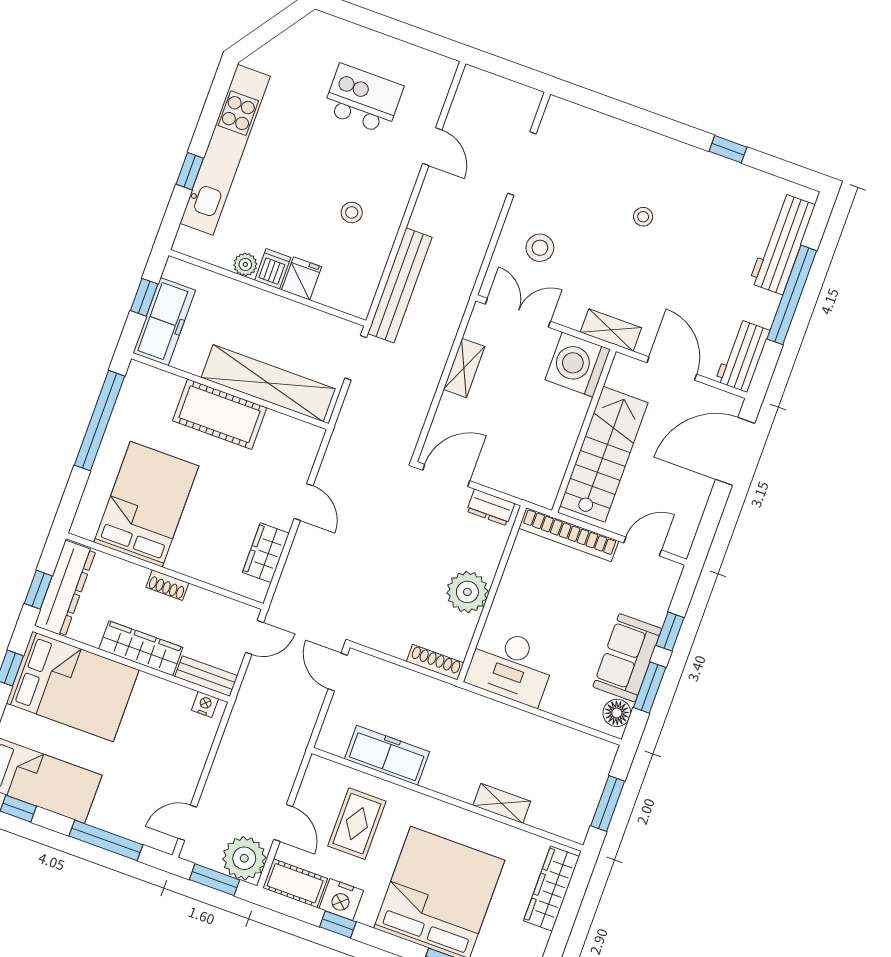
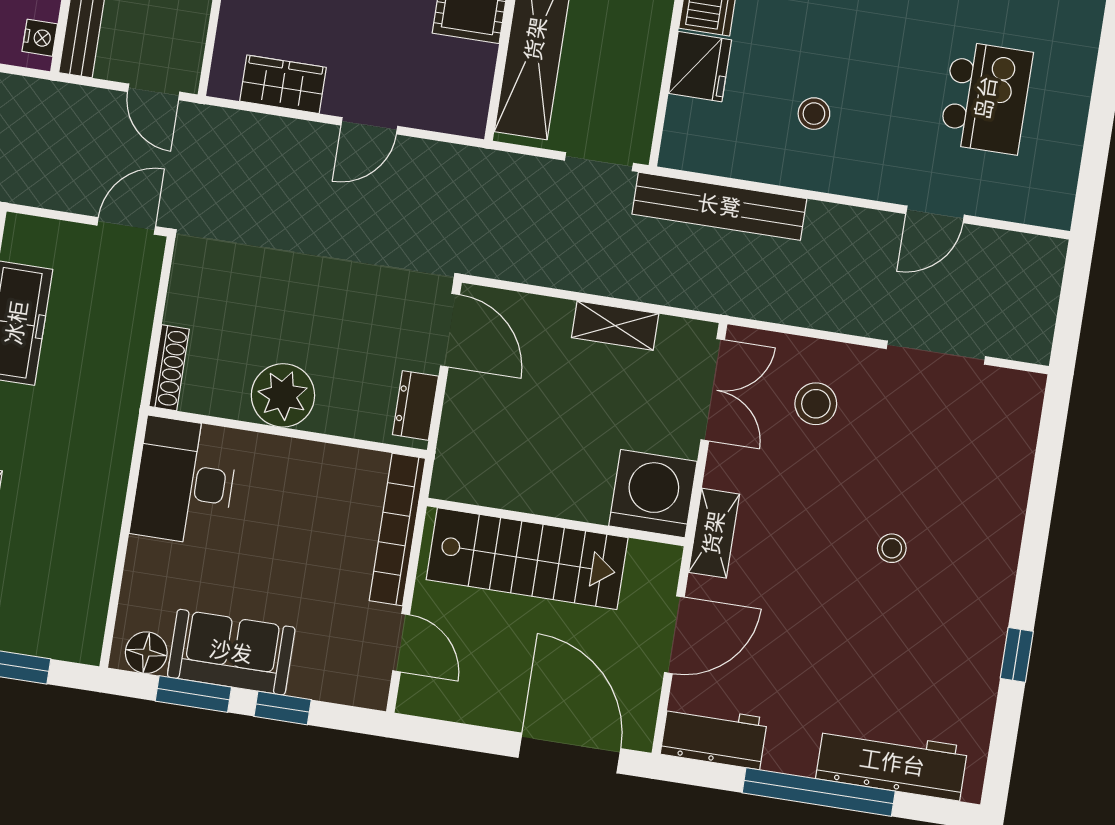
fridge: (302, 278) -> (700, 67), width x1.38

